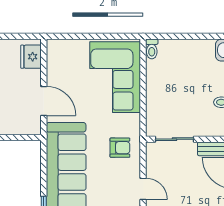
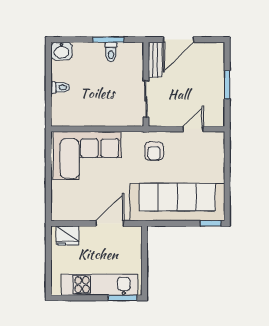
toilet: (152, 49) -> (60, 87), moved
armchair: (120, 148) -> (154, 151), turned 180

